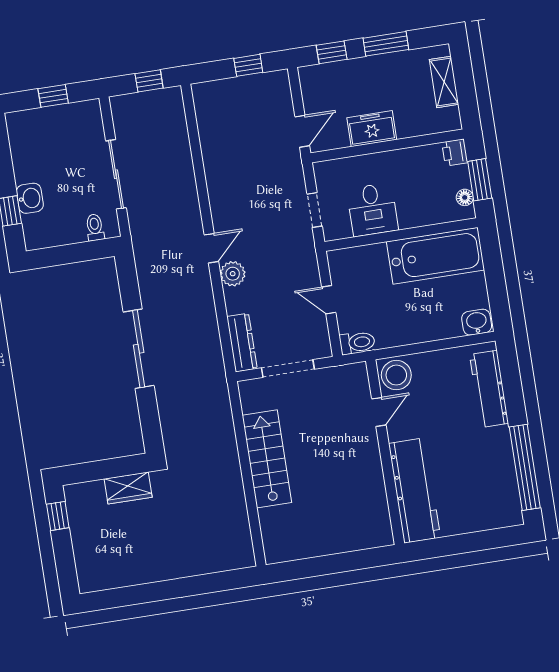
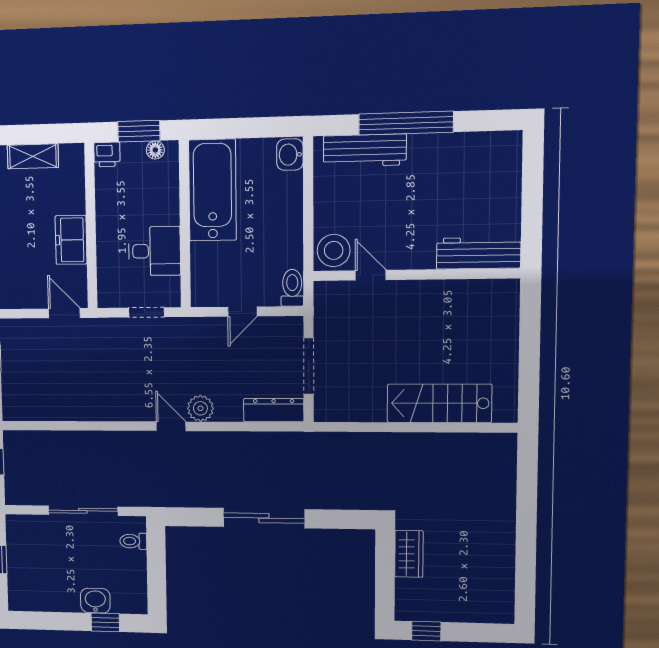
stairs: (267, 459) -> (439, 403), moved
window: (525, 467) -> (406, 123), moved
workbench: (414, 490) -> (479, 253), width x0.73, depth x0.76

